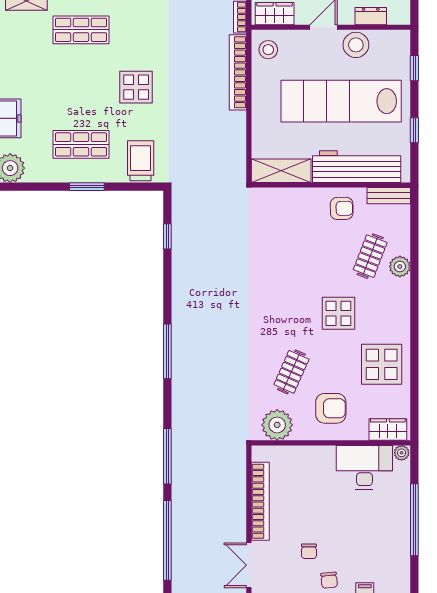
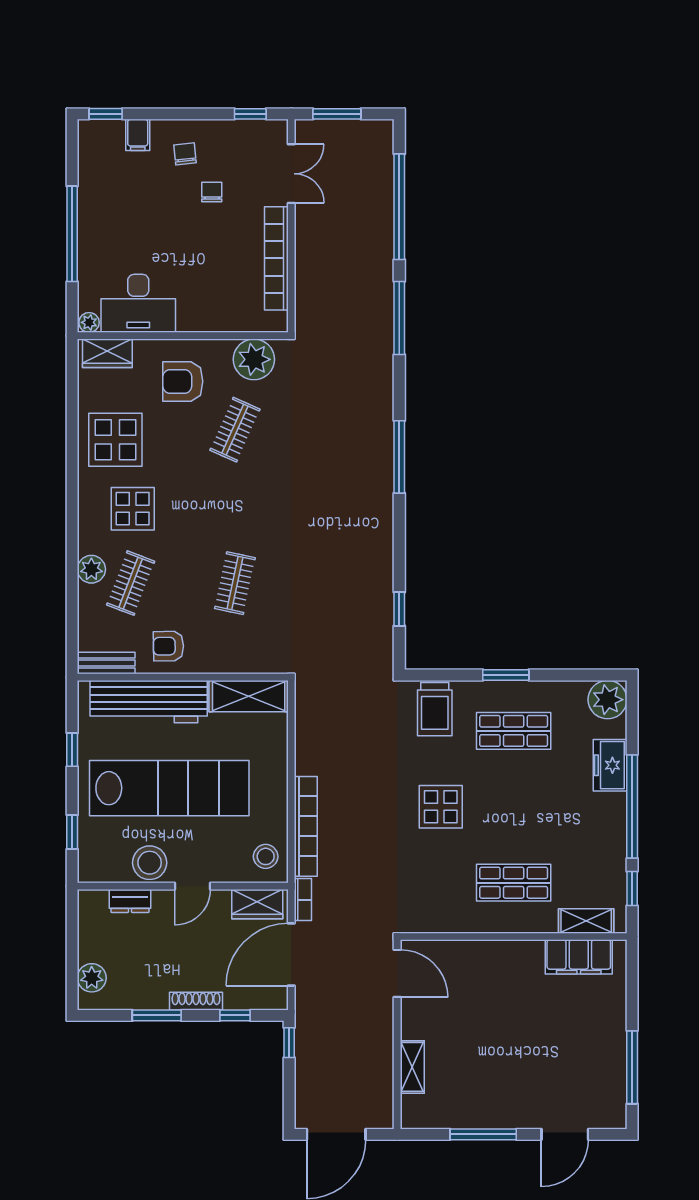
clothes rail: (291, 256) -> (235, 583), added
display table: (338, 313) -> (133, 509), moved

